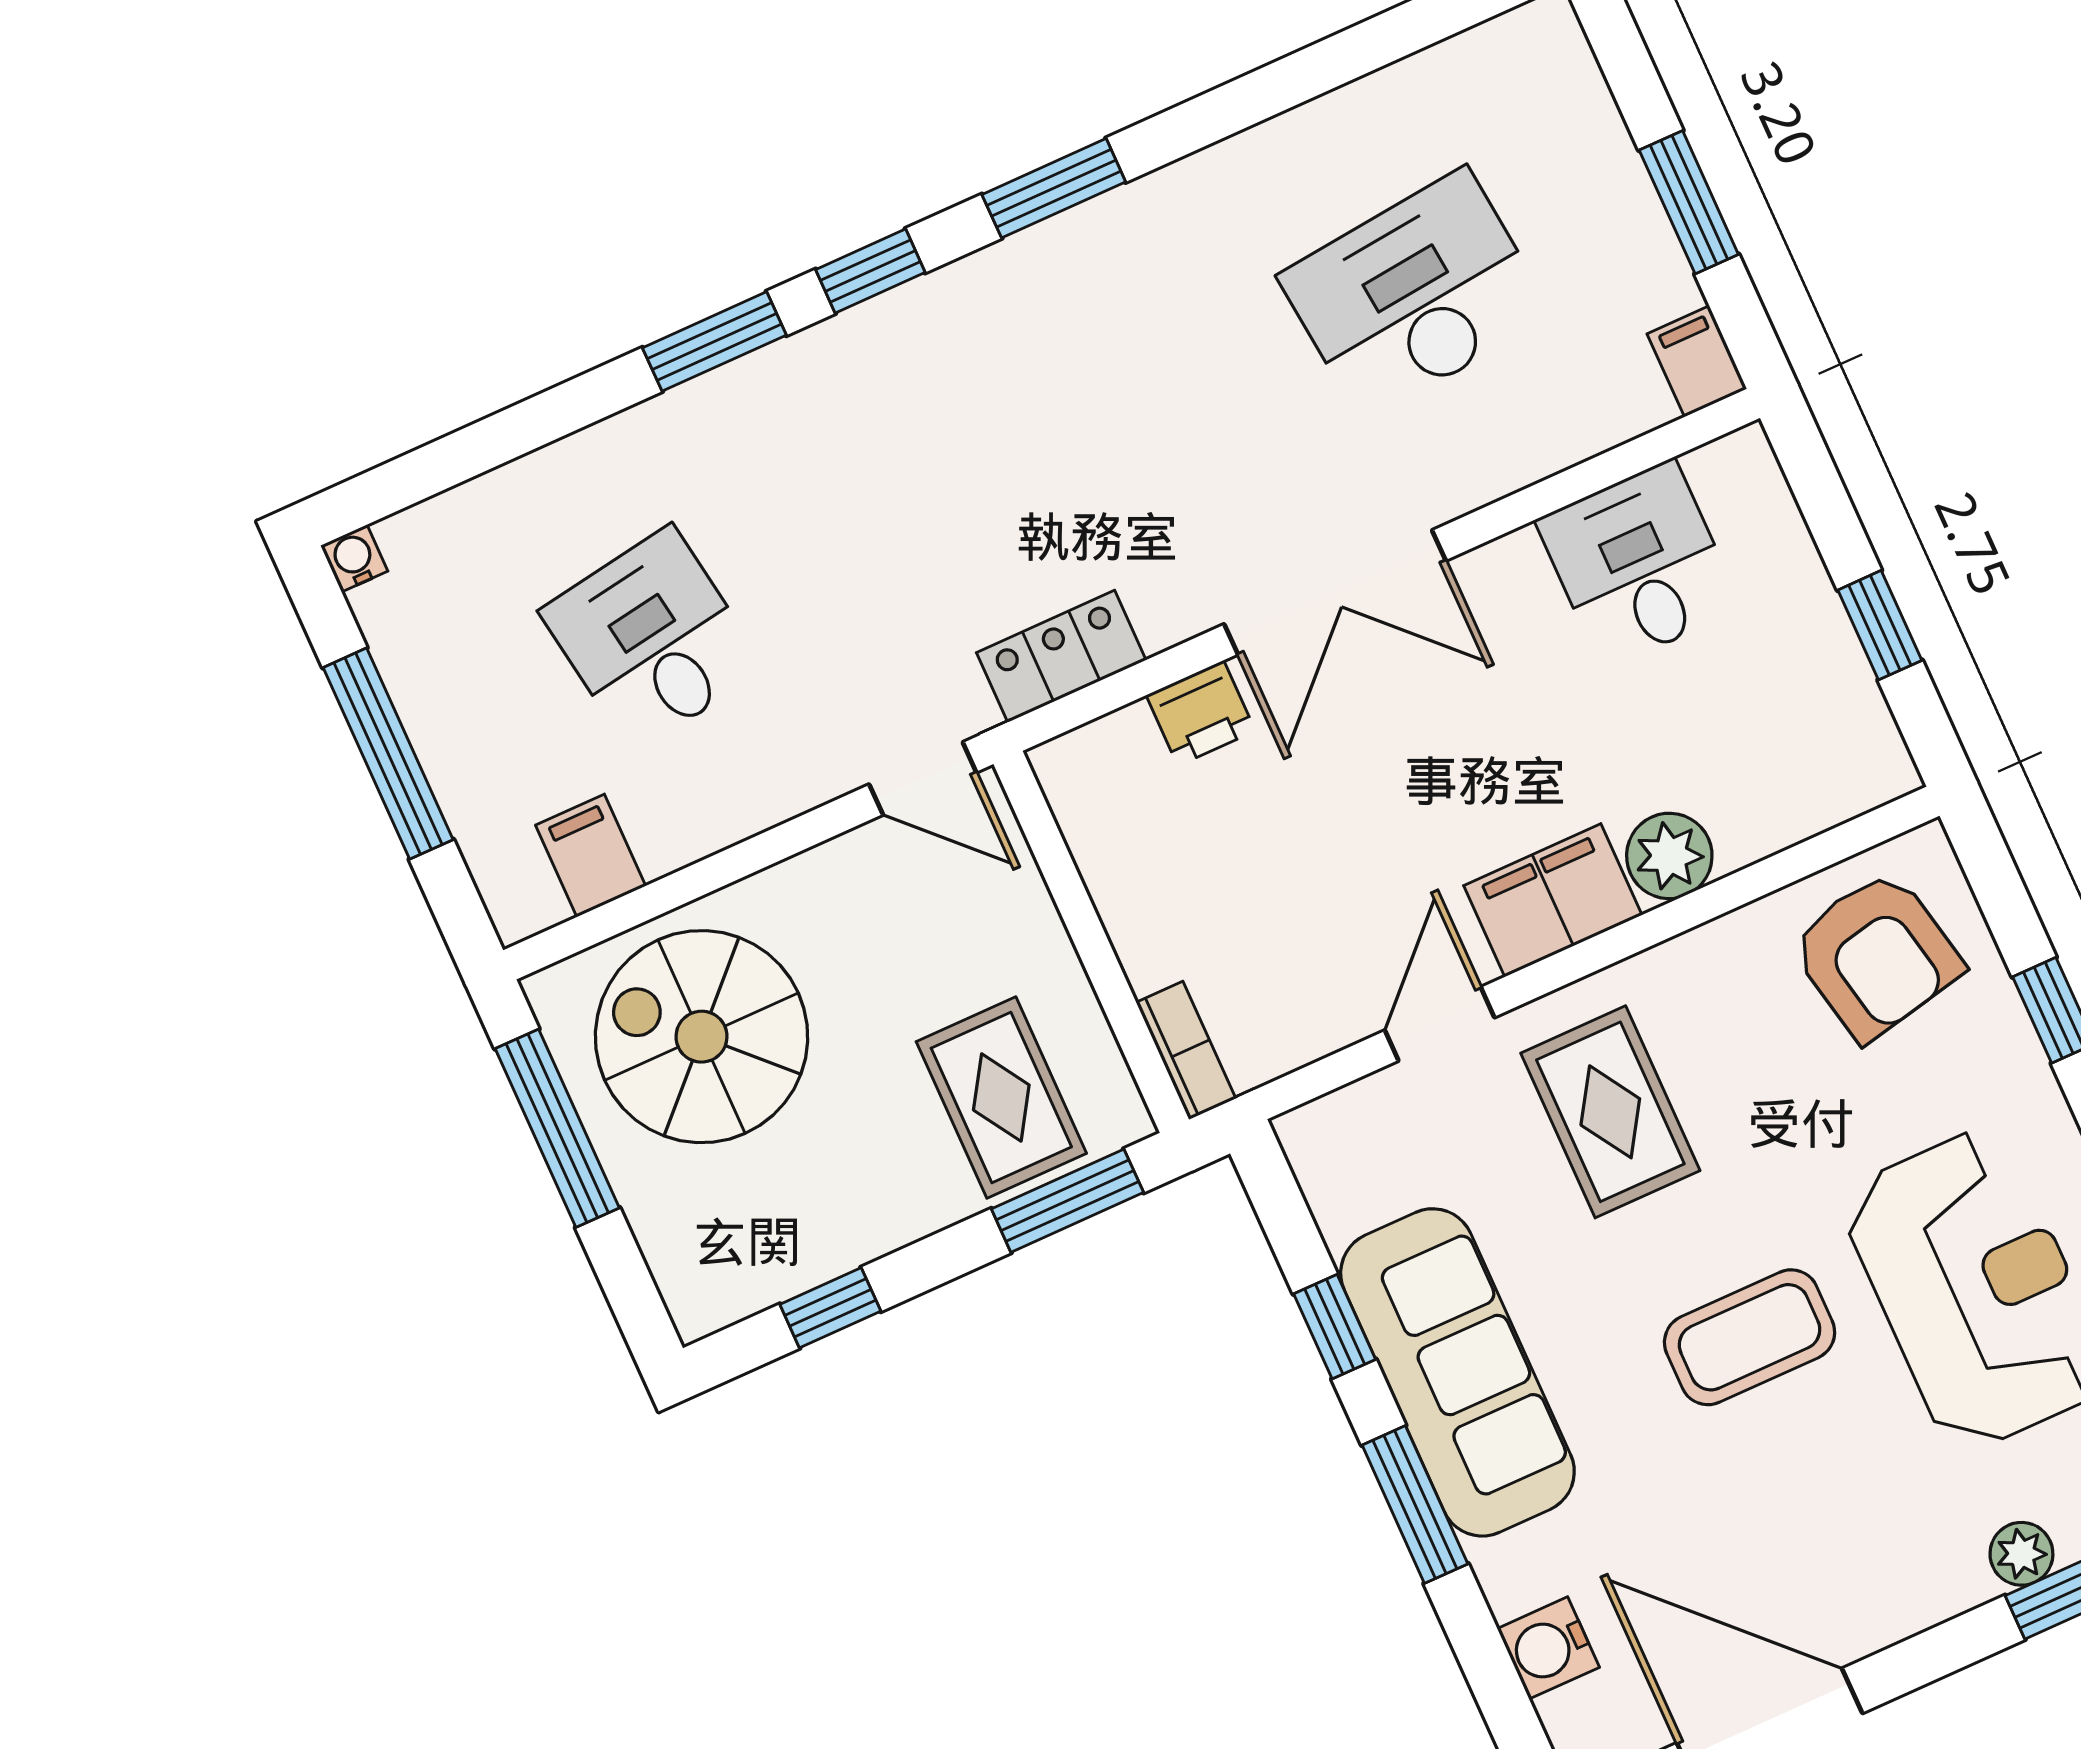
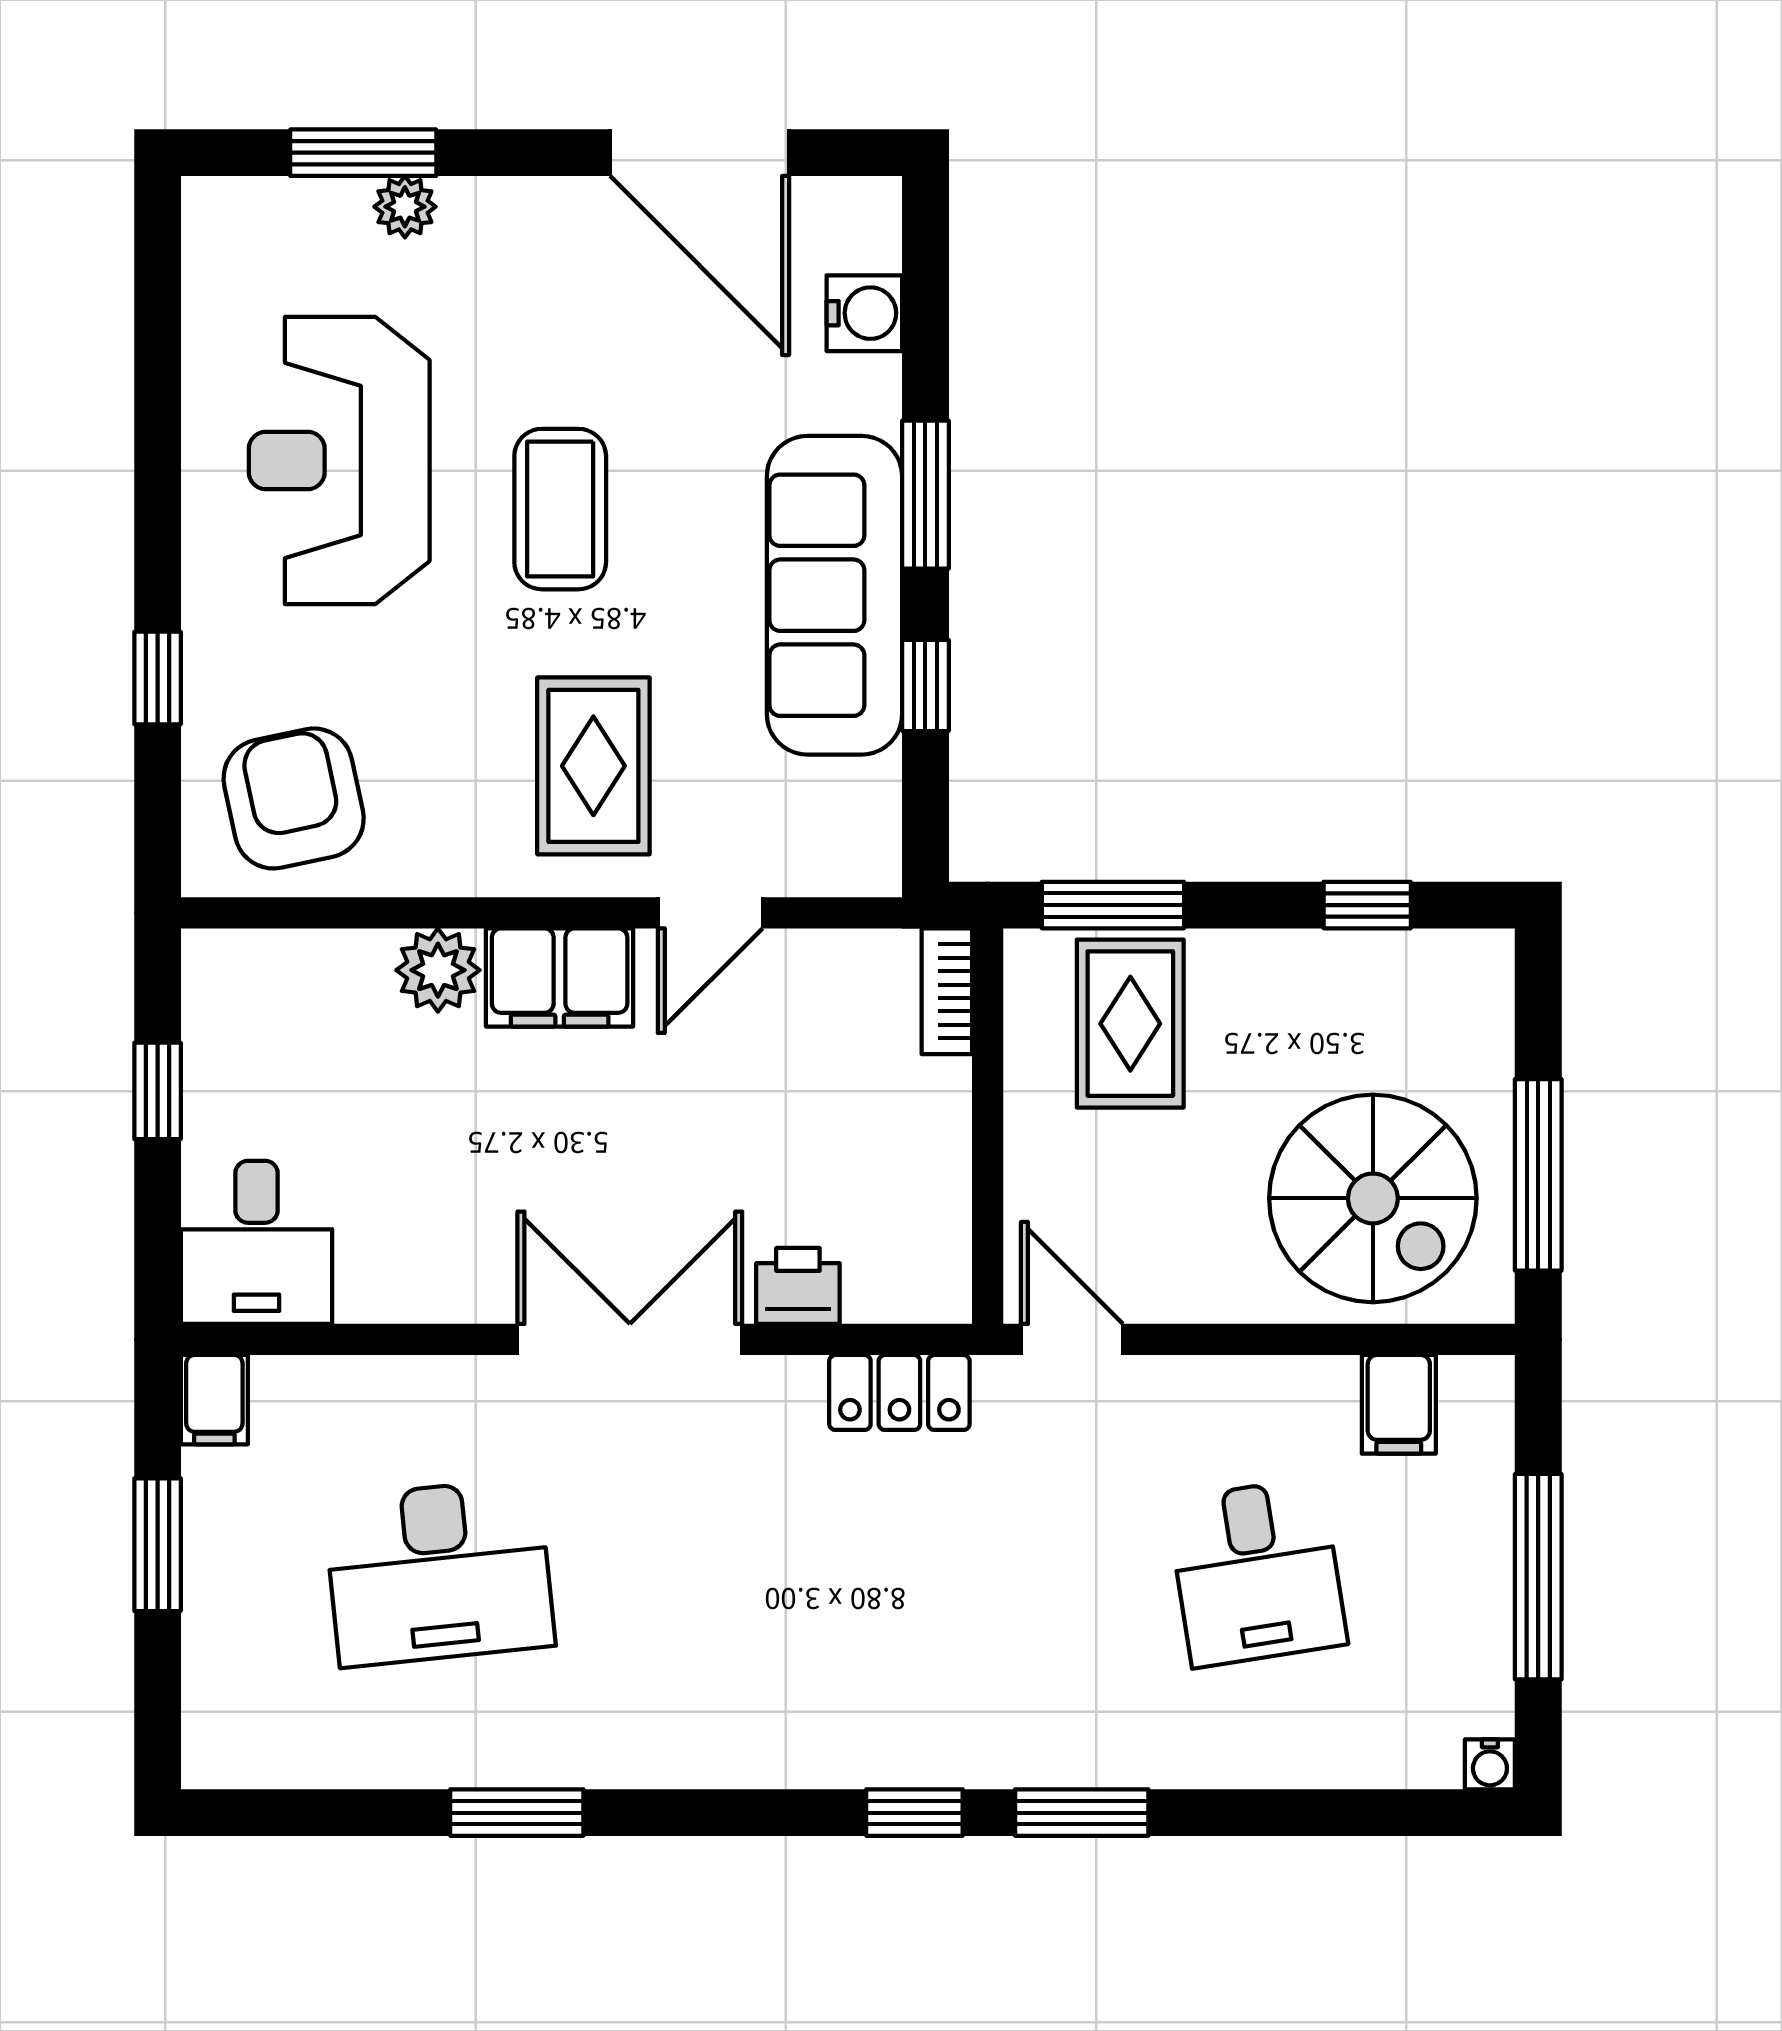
window: (1054, 188) -> (517, 1813), moved
desk: (1638, 564) -> (257, 1242), moved
coffee table: (1750, 1337) -> (560, 509), turned 90

